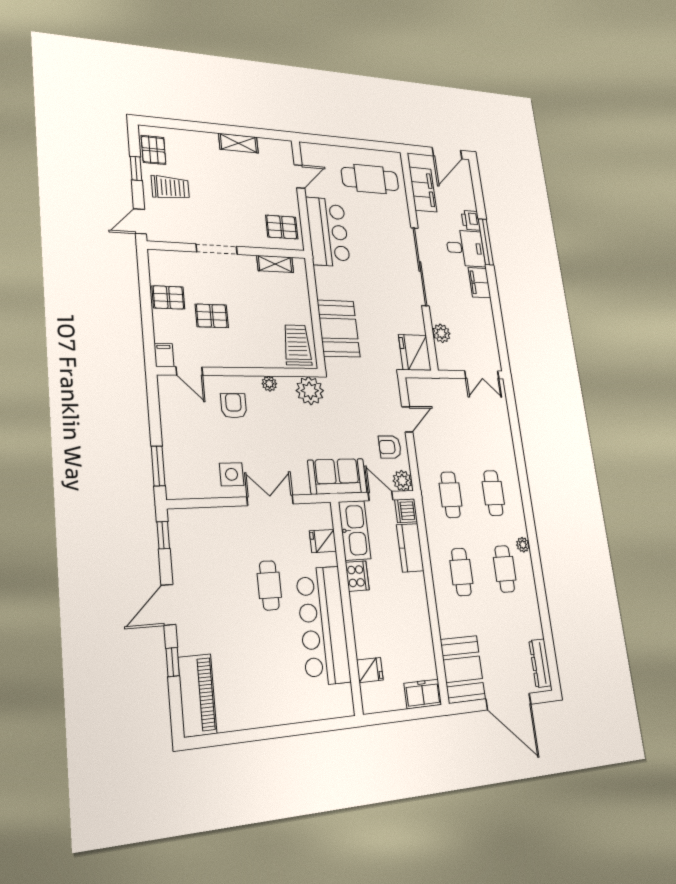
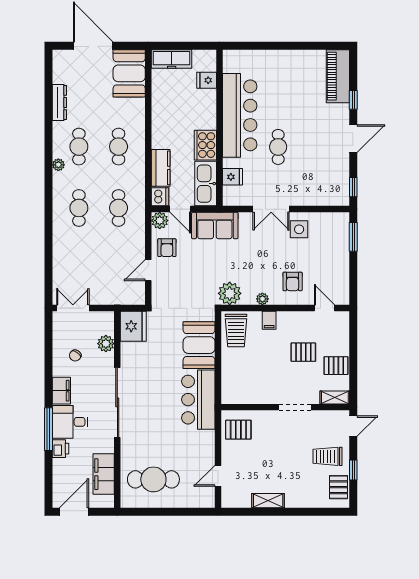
bar counter: (328, 232) -> (198, 400), moved
shelving: (275, 264) -> (335, 397), moved
chair: (471, 321) -> (75, 355), added
filing cabinet: (164, 355) -> (269, 320), moved
armchair: (390, 447) -> (167, 248), turned 90
cooker: (357, 576) -> (205, 145), width x1.37, depth x1.31
dresser: (540, 663) -> (59, 102), moved
freezer: (423, 694) -> (172, 59), width x1.40

